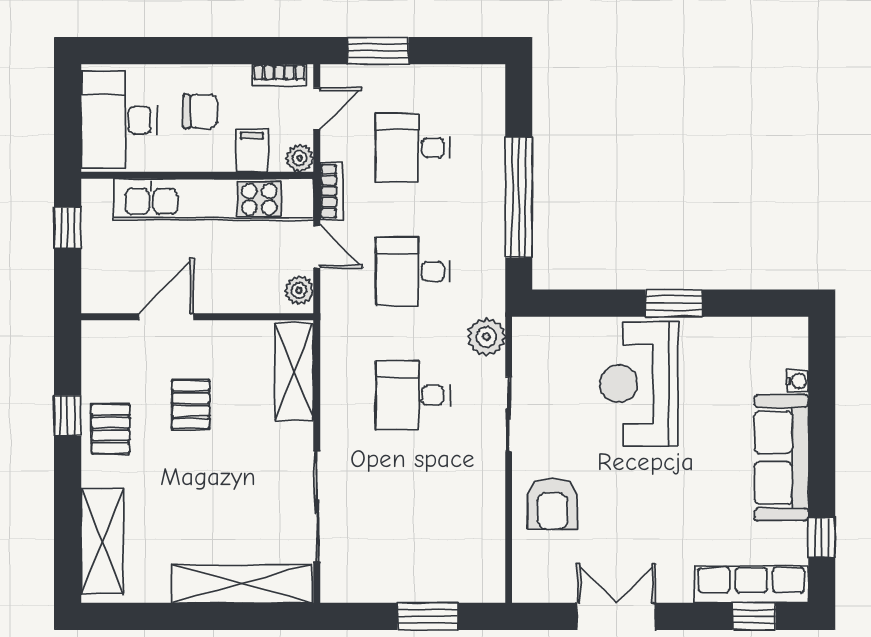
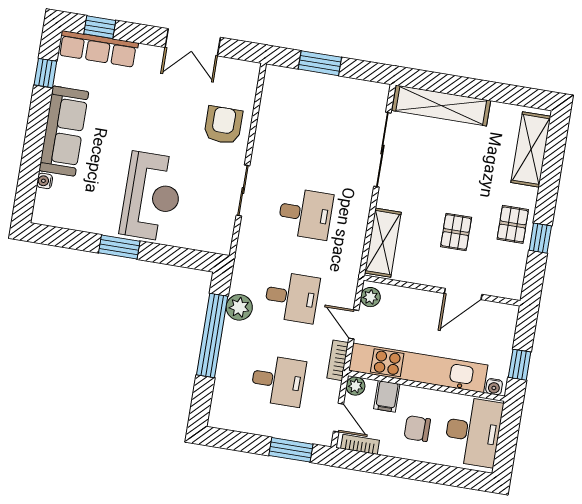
door: (317, 109) -> (339, 418), swing flipped
water cooler: (99, 190) -> (494, 387), added
plant: (486, 337) -> (239, 307), moved

